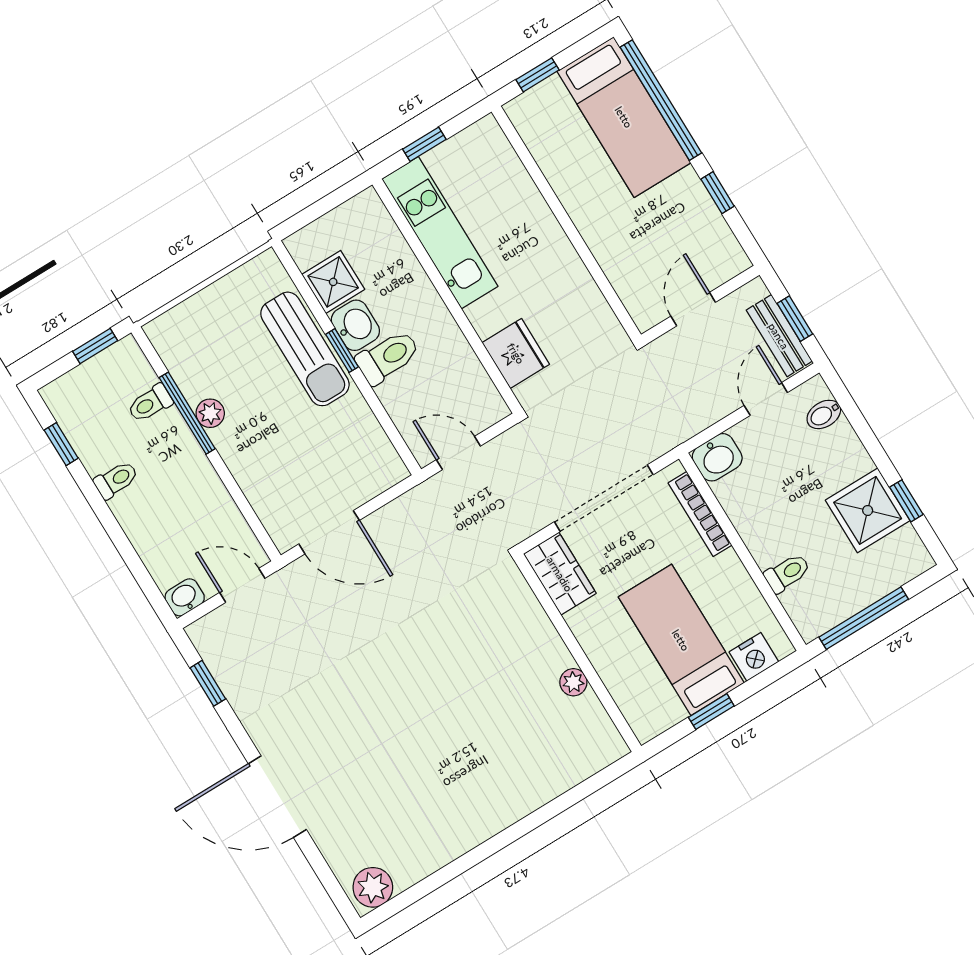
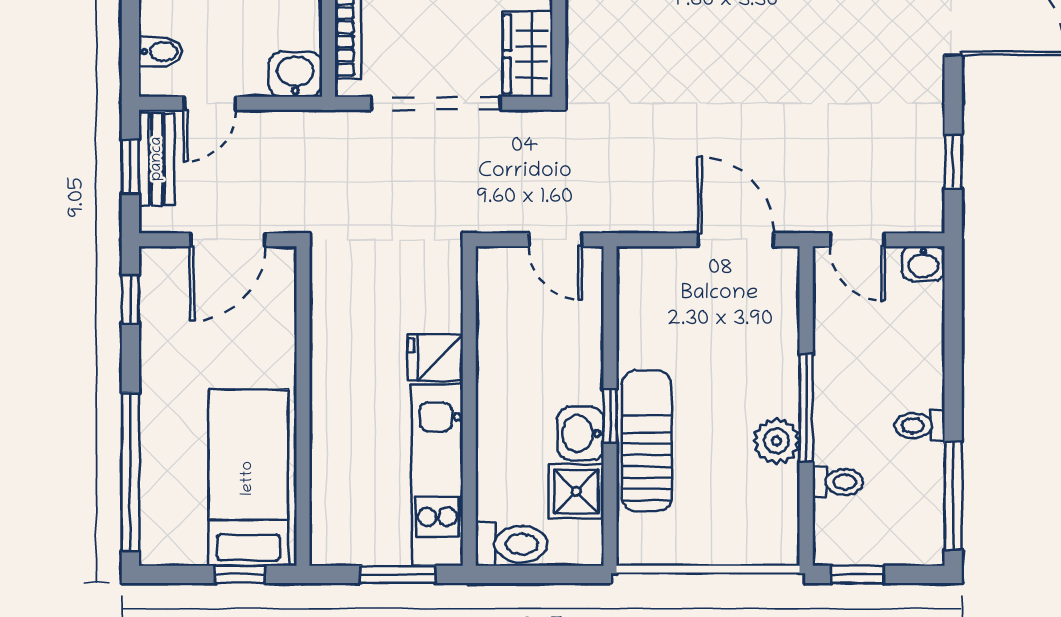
bed: (624, 117) -> (248, 478), moved
window: (424, 144) -> (398, 574), width x1.50
window: (718, 193) -> (130, 299), moved
door: (693, 309) -> (228, 240), width x1.38
fridge: (516, 353) -> (435, 358), moved, width x0.72
toilet: (388, 357) -> (512, 544), moved, turned 180
window: (187, 413) -> (806, 408), moved
plant: (210, 413) -> (776, 441), width x1.38, depth x1.38
window: (61, 444) -> (953, 496), width x2.17

